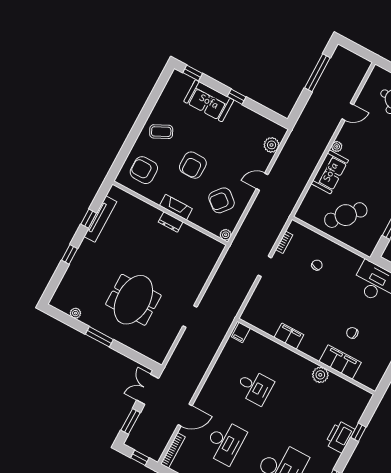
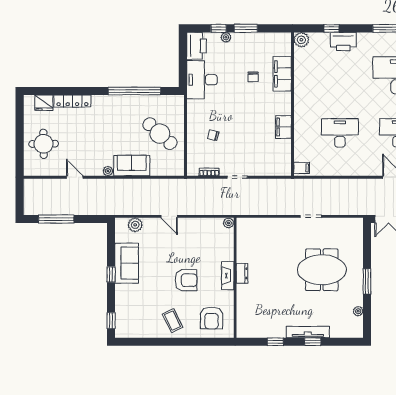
sofa: (209, 101) -> (127, 263), moved
armchair: (222, 200) -> (202, 241), removed
tv unit: (100, 219) -> (308, 332), moved
plant: (320, 375) -> (301, 40), moved
desk: (255, 387) -> (340, 133), width x1.37

